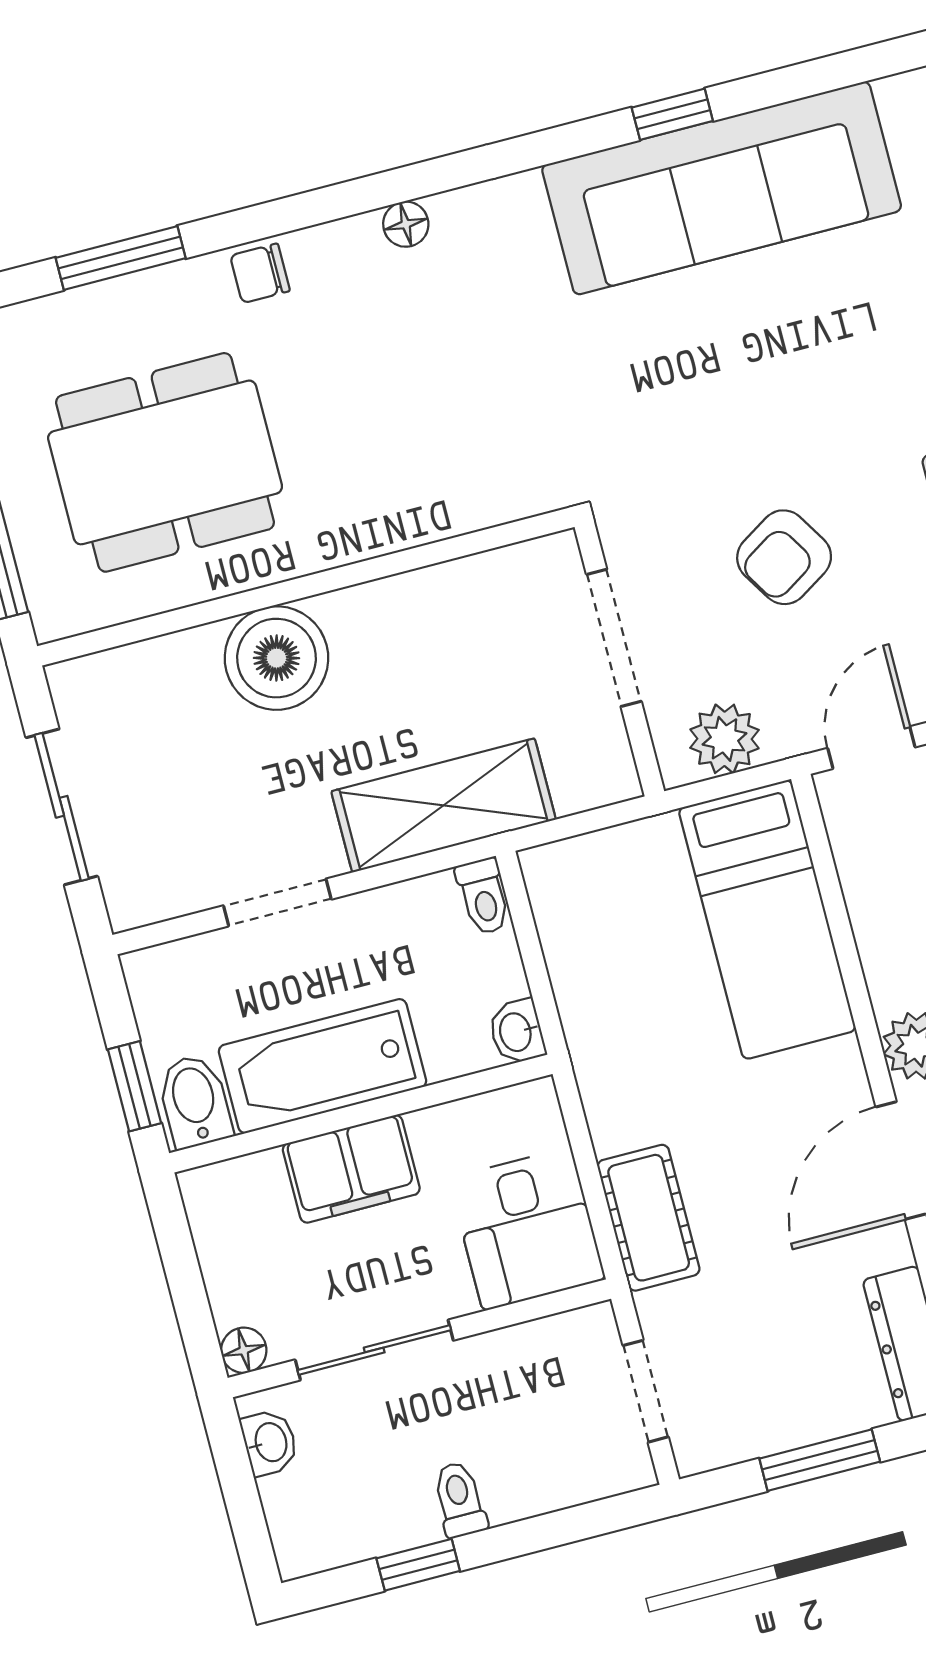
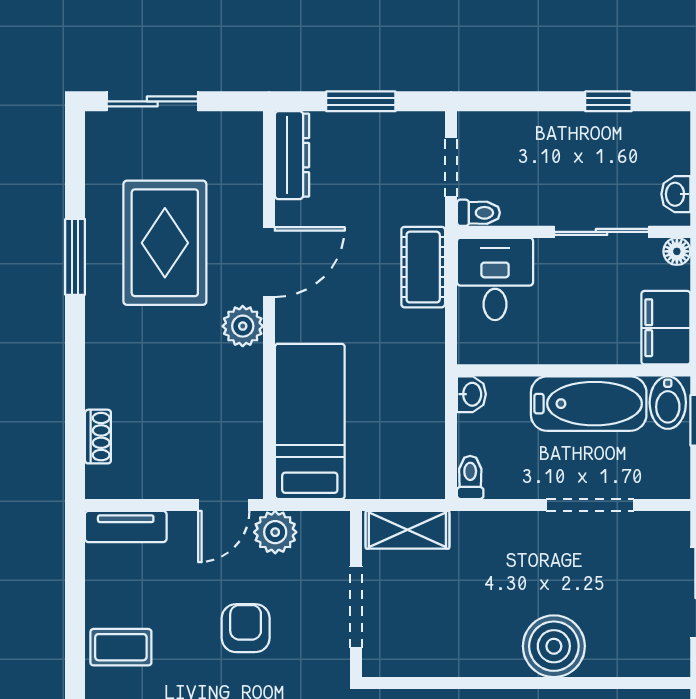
armchair: (784, 557) -> (246, 628), turned -58
plant: (724, 739) -> (275, 532), moved
shelving: (443, 805) -> (407, 530), moved, width x0.67, depth x0.75
doorway: (277, 902) -> (590, 505), width x1.38
filing cabinet: (351, 1169) -> (666, 328), moved, turned -90
toilet: (460, 1500) -> (478, 213), moved, turned -90

